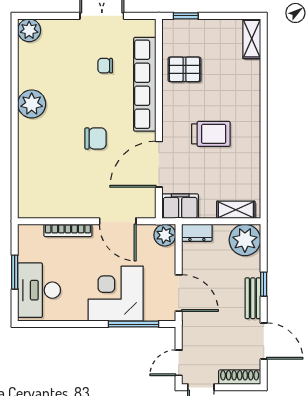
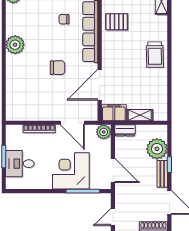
trolley: (211, 134) -> (155, 55), moved, turned 89
shelving: (236, 210) -> (140, 115), moved
plant: (245, 240) -> (157, 149), moved
desk: (39, 290) -> (20, 164), width x0.73

